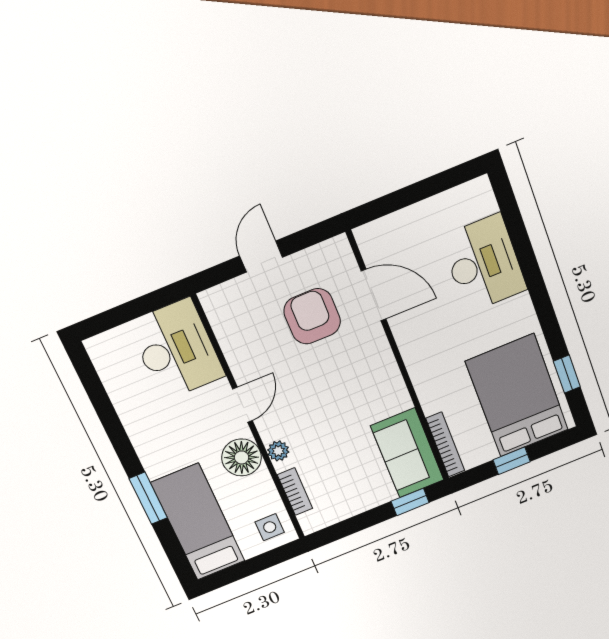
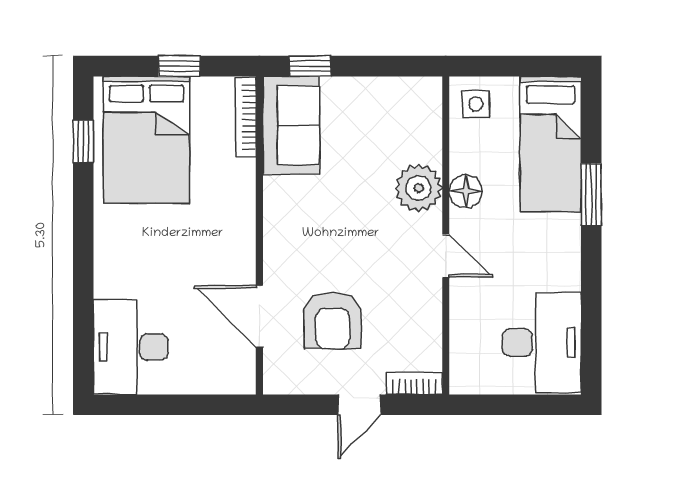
desk: (484, 263) -> (131, 347), moved
desk: (176, 350) -> (542, 342), moved, turned 180
door: (243, 405) -> (446, 256), swing flipped
plant: (278, 451) -> (419, 188), width x1.87, depth x1.87
floor lamp: (242, 457) -> (466, 191), width x0.73, depth x0.73
bookcase: (295, 492) -> (414, 383), moved, turned 90

